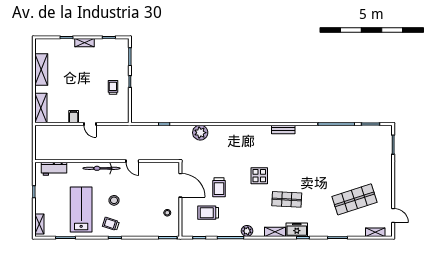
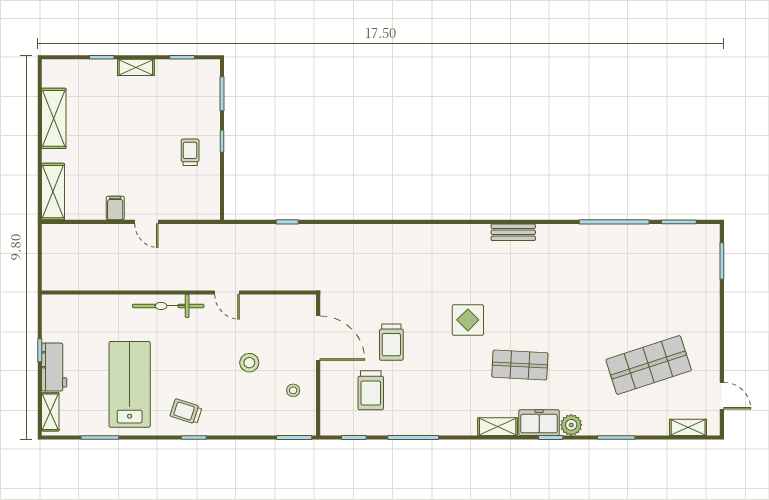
plant: (200, 133) -> (356, 238), removed
workbench: (54, 169) -> (54, 367), moved, turned -90
stool: (114, 200) -> (249, 363), moved
trolley: (208, 213) -> (371, 390), turned -90
plant: (247, 231) -> (571, 425), moved

